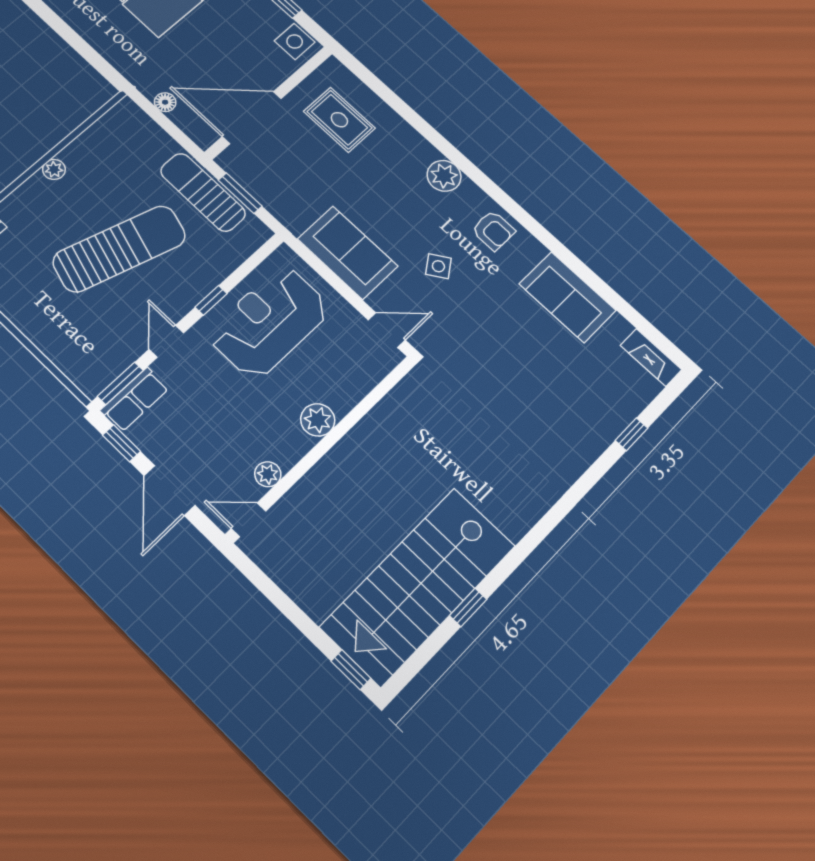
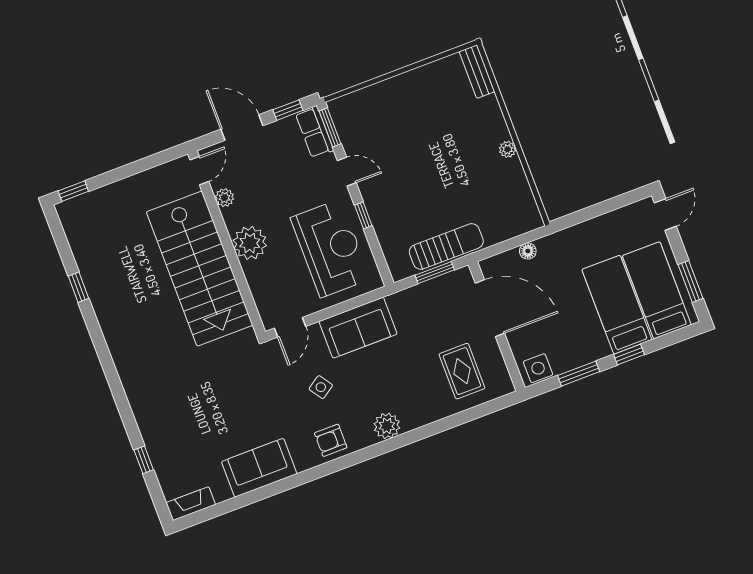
door: (252, 118) -> (490, 308), hinge flipped
rug: (339, 120) -> (462, 371), turned 90
sun lounger: (119, 249) -> (428, 169), removed
plant: (318, 420) -> (250, 243), width x1.36, depth x1.36
stairs: (418, 586) -> (200, 269), moved, turned 180

